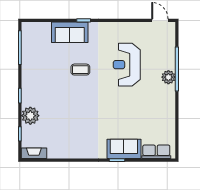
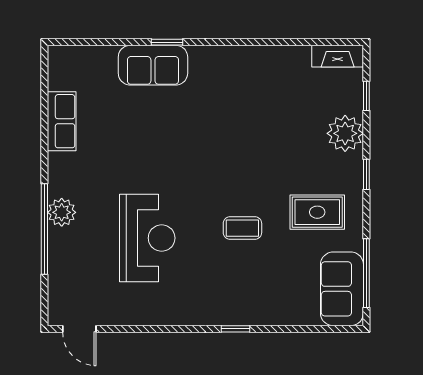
sofa: (70, 32) -> (342, 289), moved, turned -90
rug: (44, 77) -> (317, 212), added
row of seats: (156, 152) -> (62, 121), moved, turned -90

